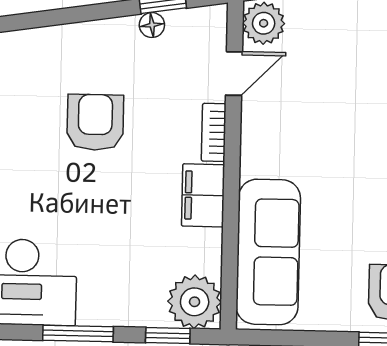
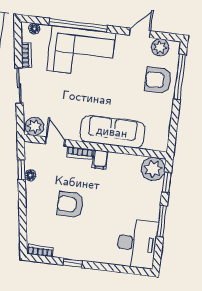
filing cabinet: (203, 195) -> (100, 160), width x0.50
sofa: (268, 252) -> (112, 132), moved

